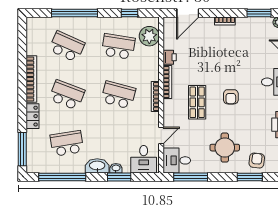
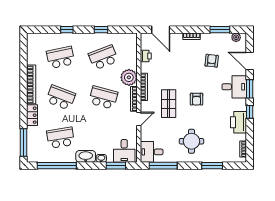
window: (75, 13) -> (67, 30), width x0.32
window: (130, 13) -> (101, 30), moved
door: (188, 13) -> (161, 30), hinge flipped
plant: (149, 36) -> (129, 77), moved
school desk: (67, 47) -> (61, 57), turned -36
school desk: (118, 47) -> (103, 57), turned -30
printer: (170, 57) -> (146, 56), moved
door: (161, 136) -> (139, 119), moved
armchair: (257, 161) -> (212, 61), moved
window: (119, 177) -> (116, 166), moved

